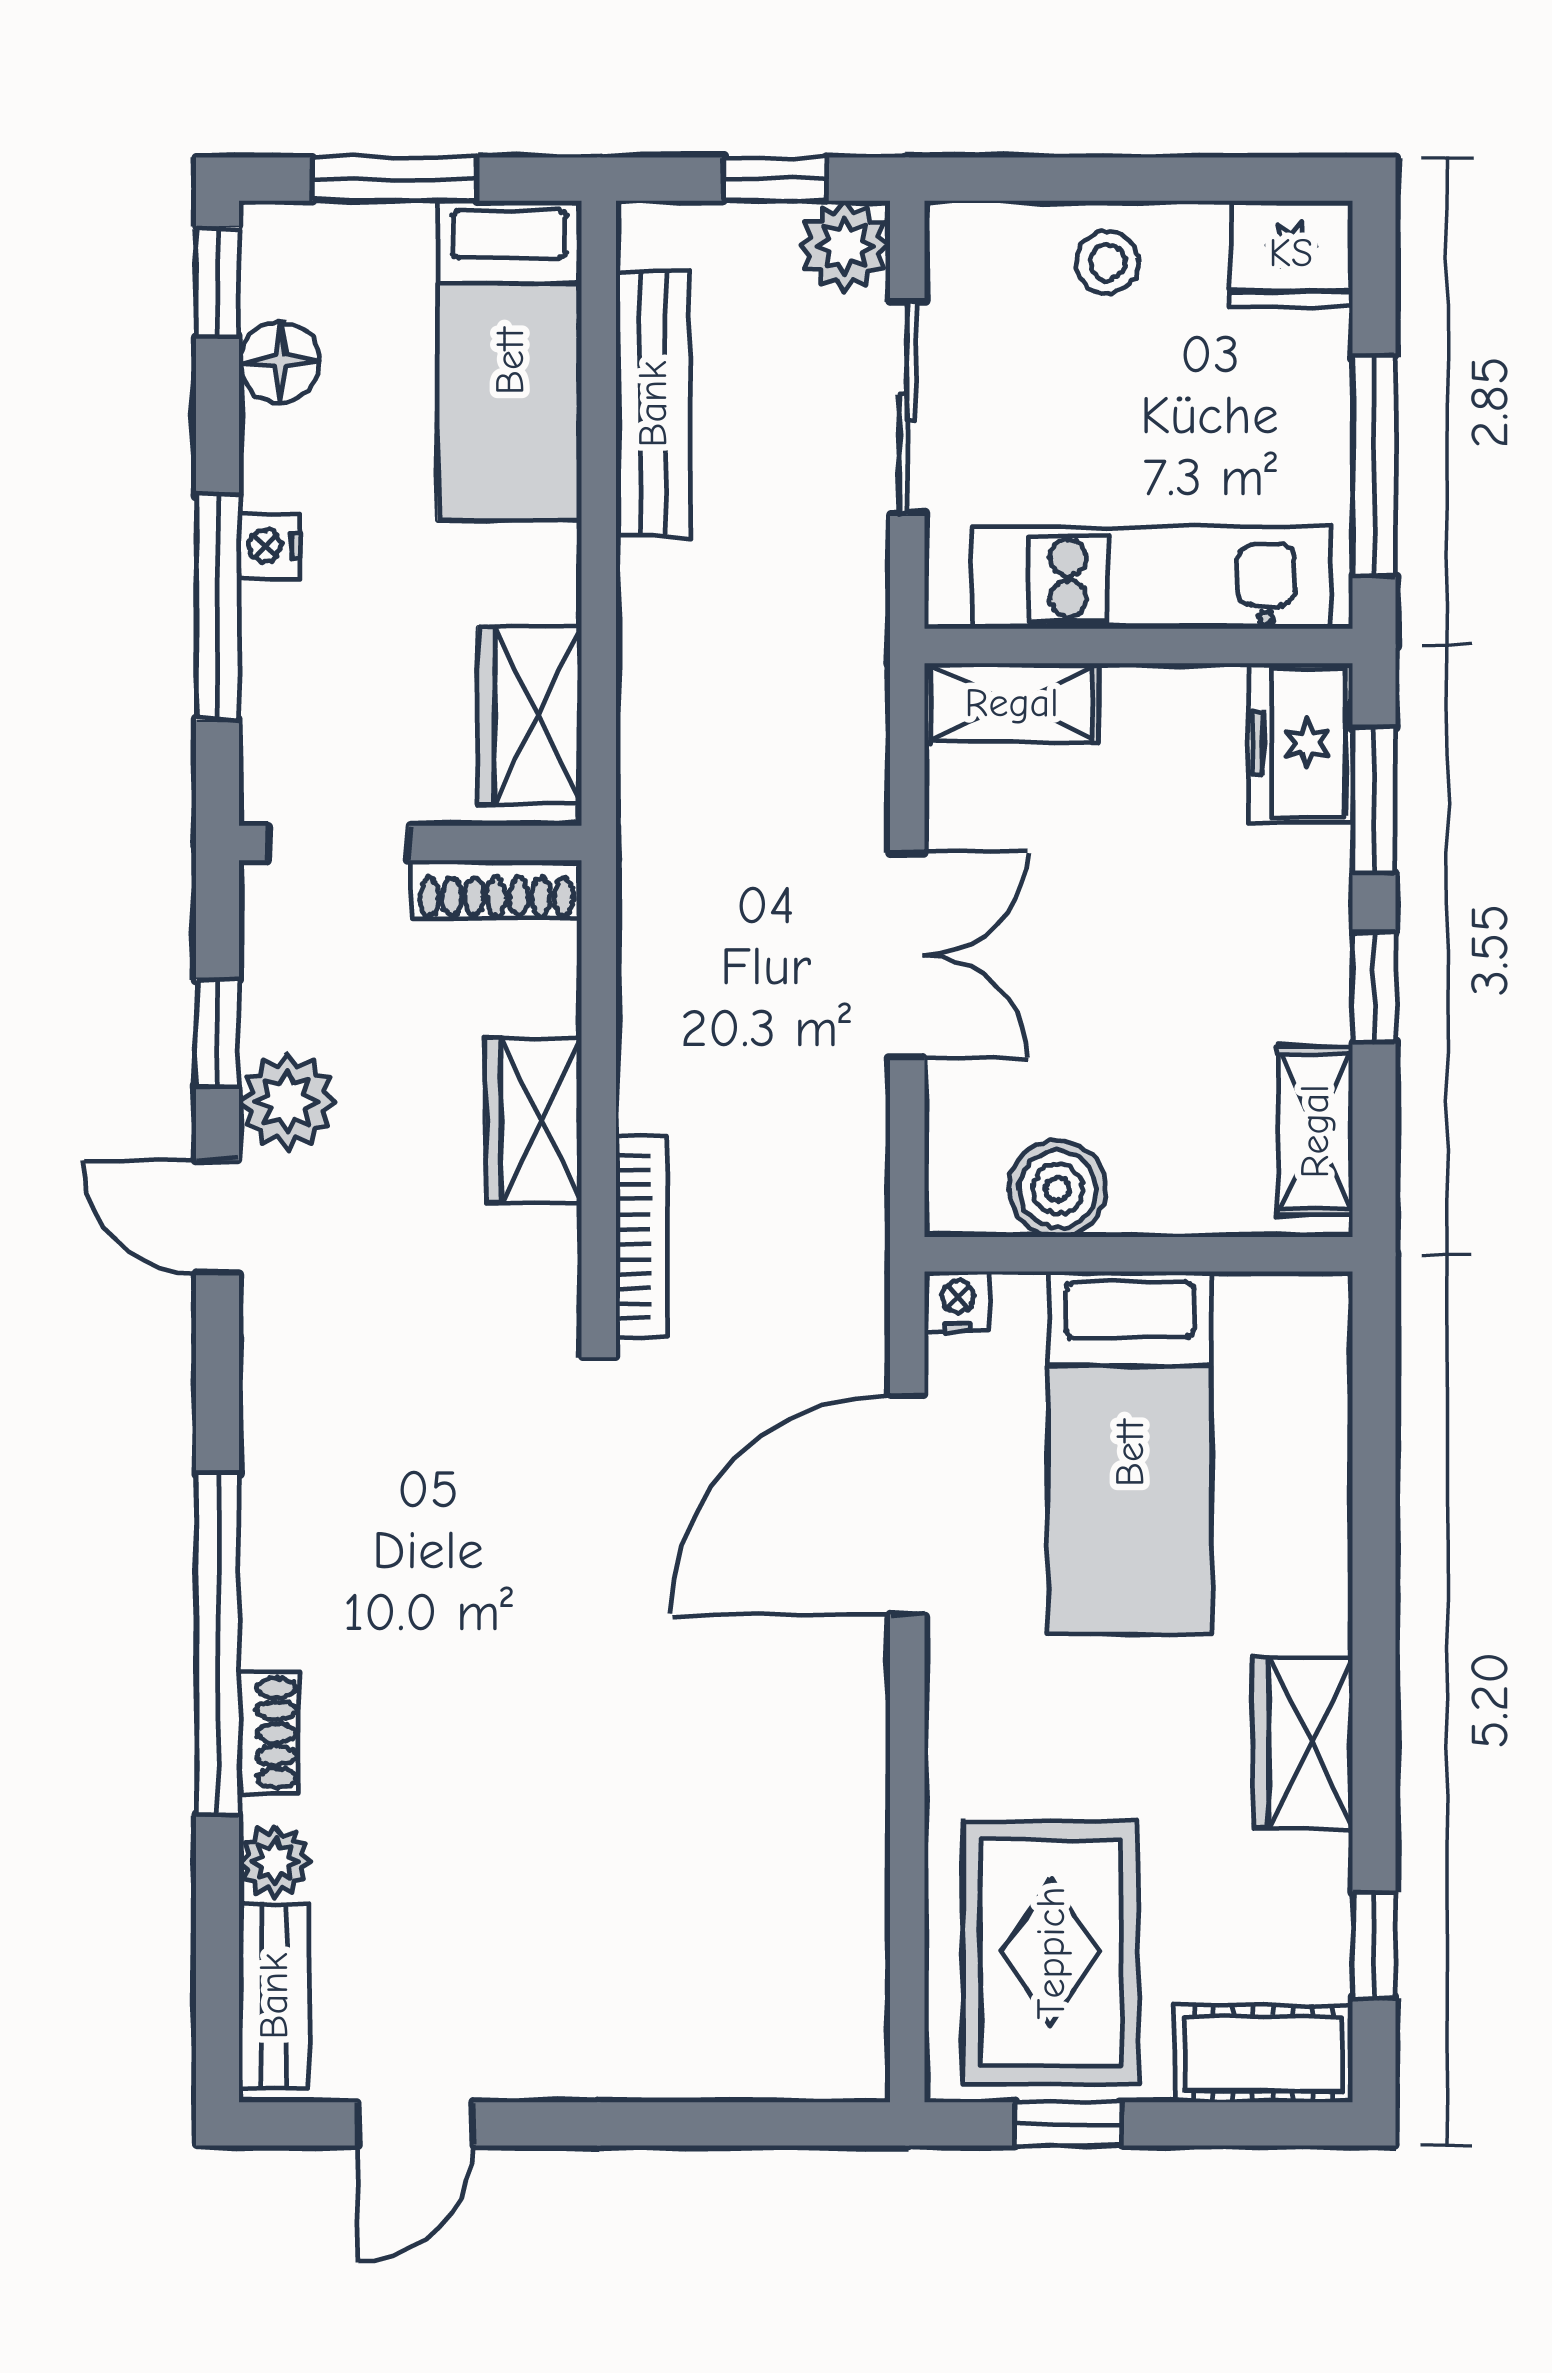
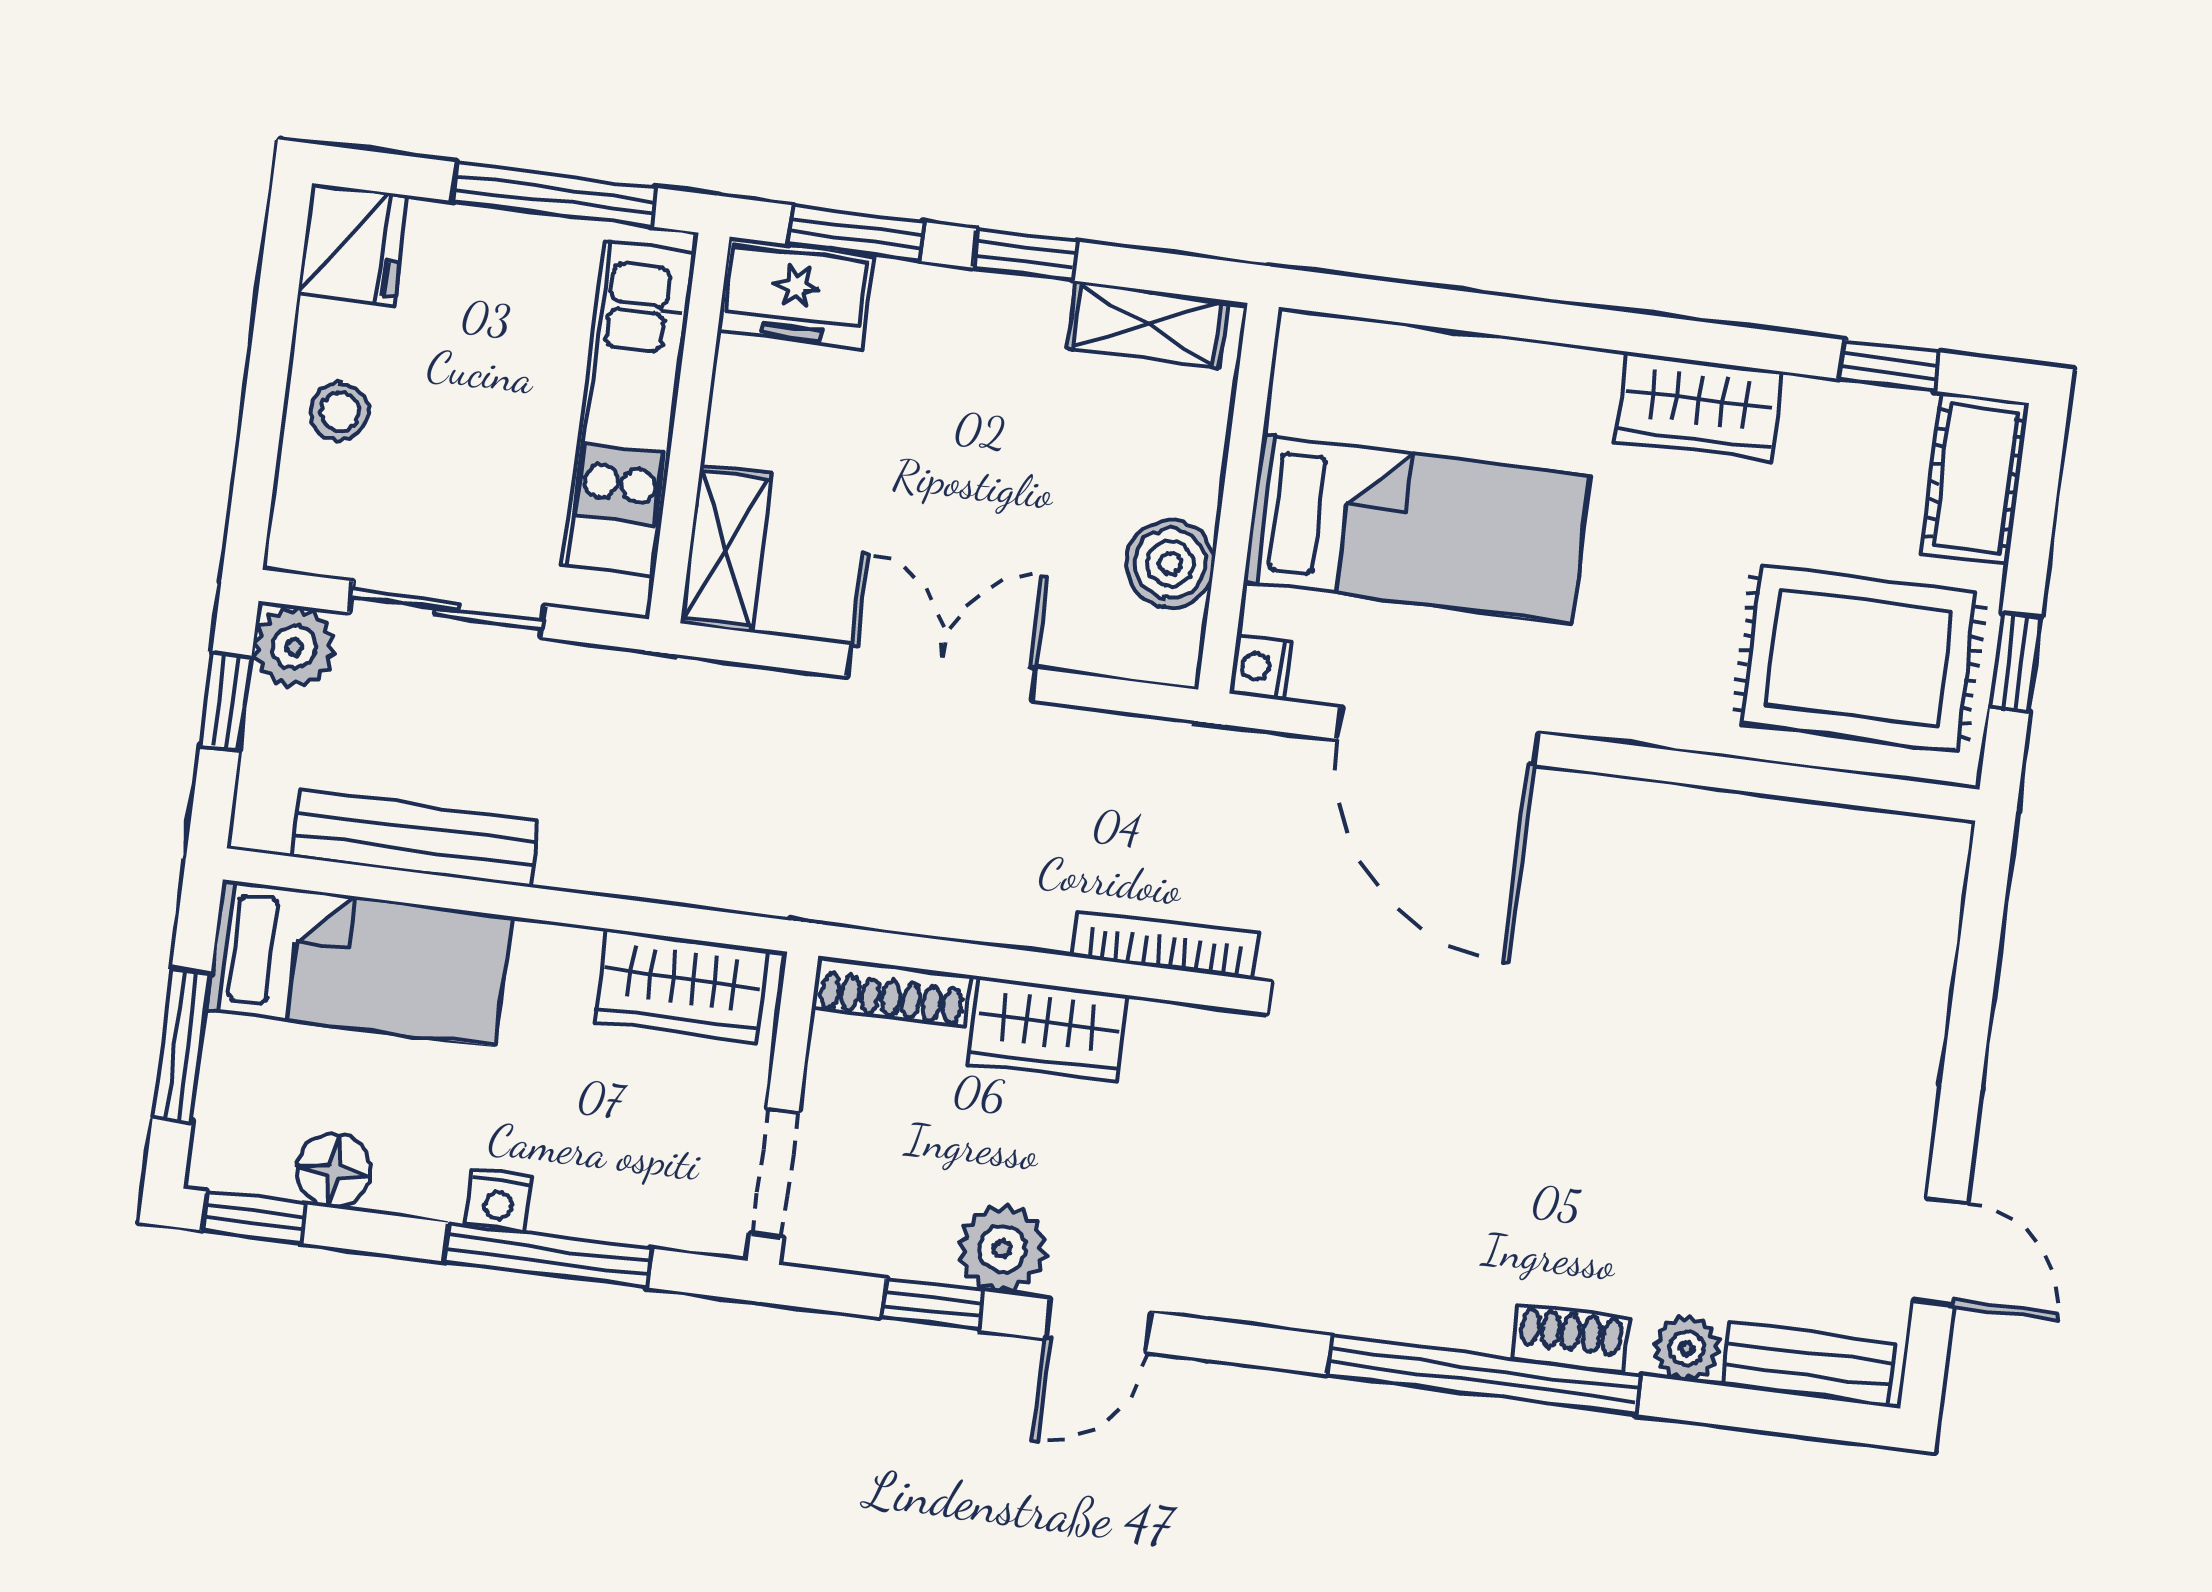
shoe rack: (496, 889) -> (892, 992), moved, turned 90

